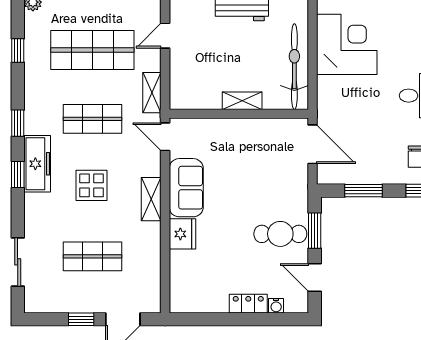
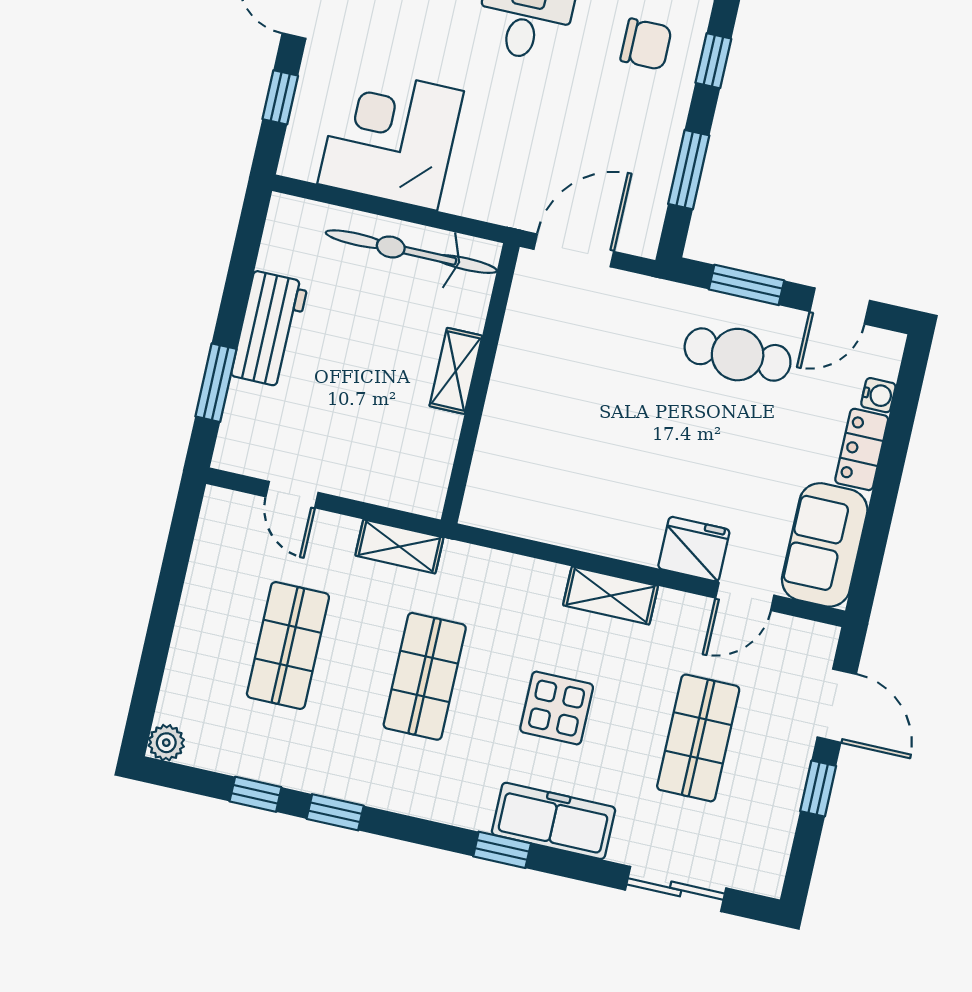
shop shelf: (92, 50) -> (288, 646), width x0.70, depth x0.74
window: (18, 123) -> (335, 812), moved
door: (165, 137) -> (745, 597), moved
freezer: (37, 164) -> (553, 821), moved
sofa: (186, 188) -> (825, 545), moved, turned -90
cafe table: (280, 234) -> (738, 355), turned 90

